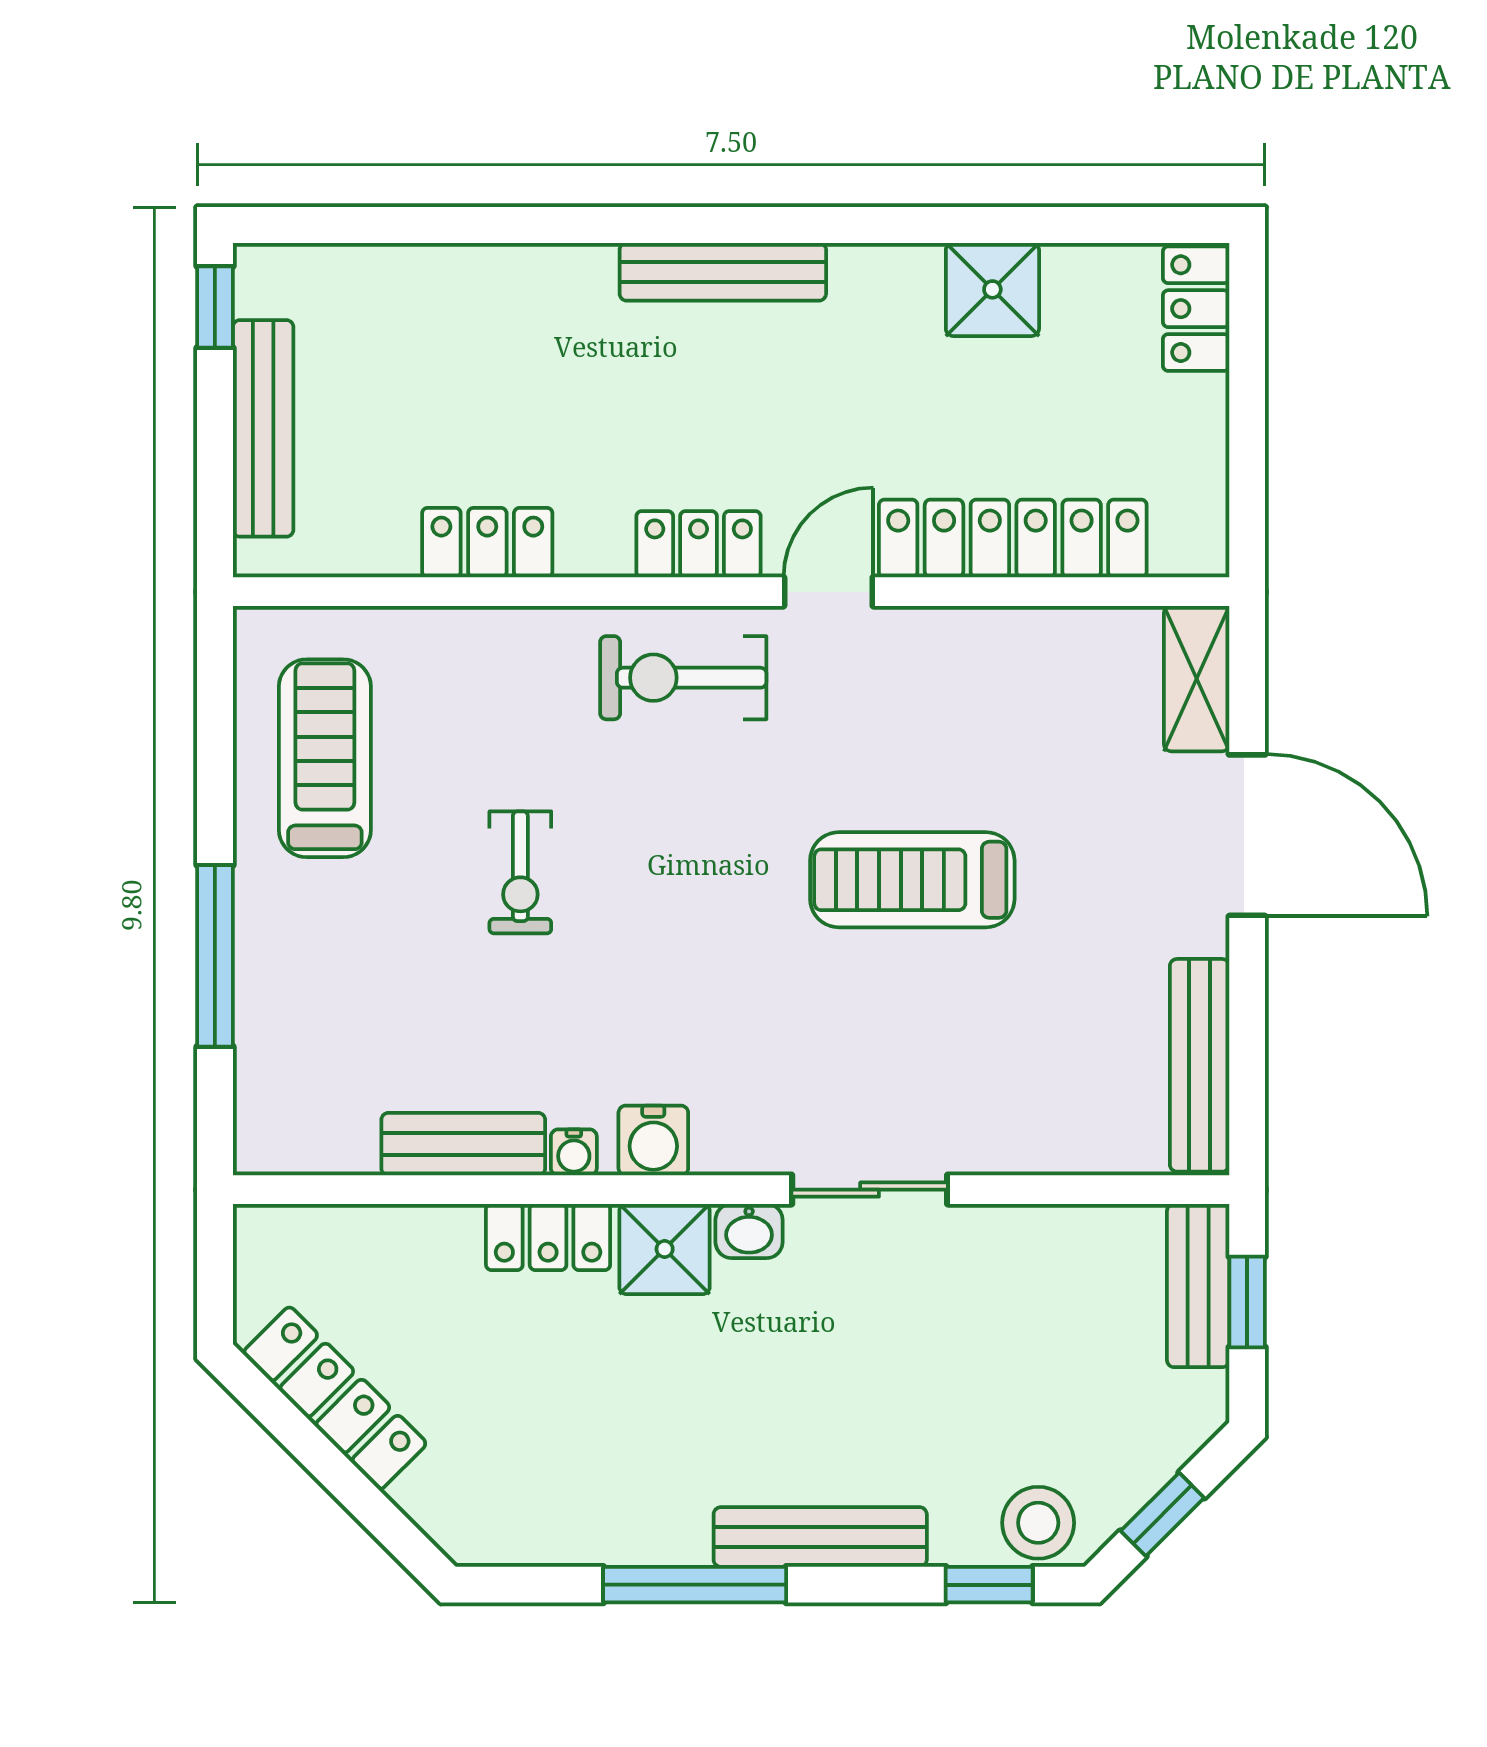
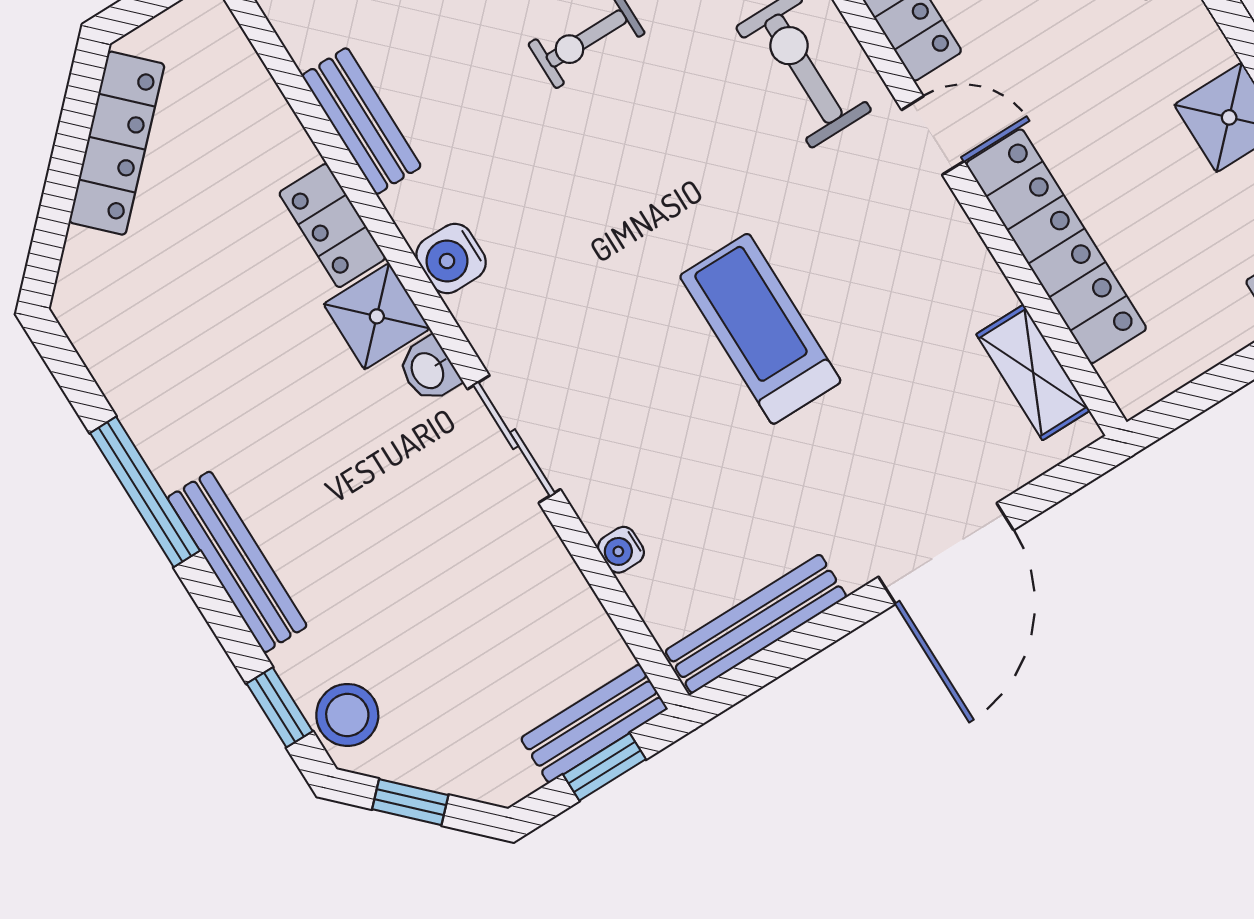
shelving: (1197, 679) -> (1033, 372), moved, turned 90
water cooler: (574, 1152) -> (621, 550), moved

